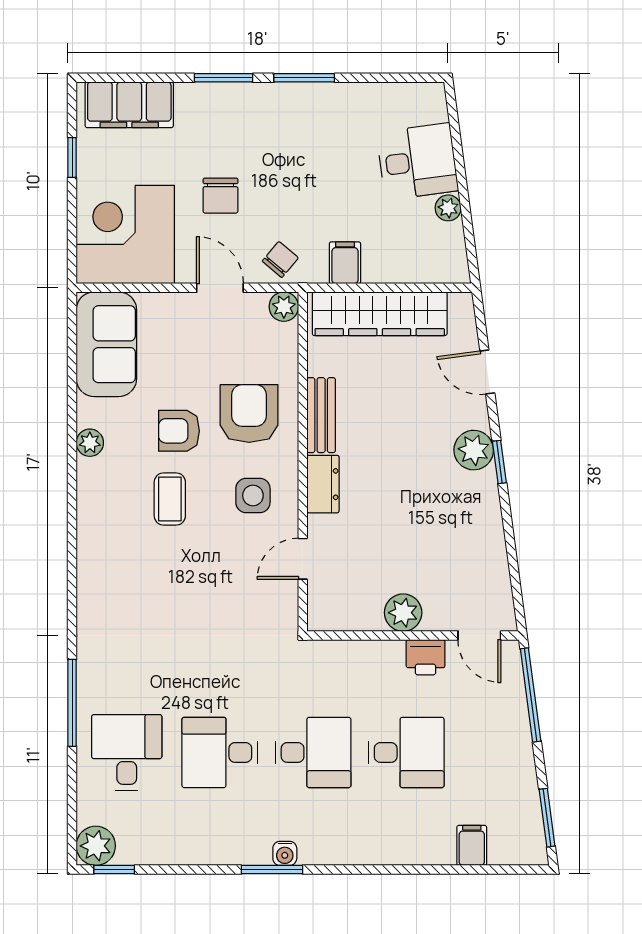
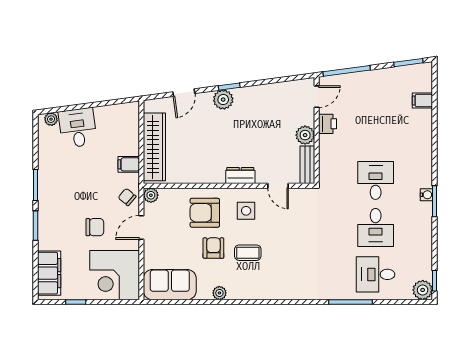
plant: (448, 208) -> (51, 119), moved
bench: (321, 415) -> (307, 165), moved, turned 90
armchair: (179, 431) -> (213, 248), turned 180
desk: (406, 752) -> (376, 134), removed

